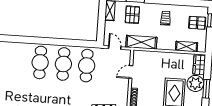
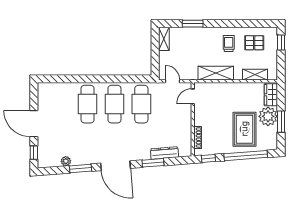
pallet: (132, 15) -> (190, 42), removed
pallet: (197, 23) -> (254, 43), moved
shelving: (141, 42) -> (216, 73), moved
door: (131, 72) -> (193, 96), moved

